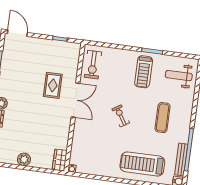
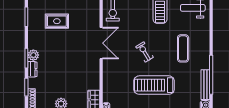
rug: (53, 85) -> (57, 21), moved, turned 90
treadmill: (142, 164) -> (154, 85), moved

